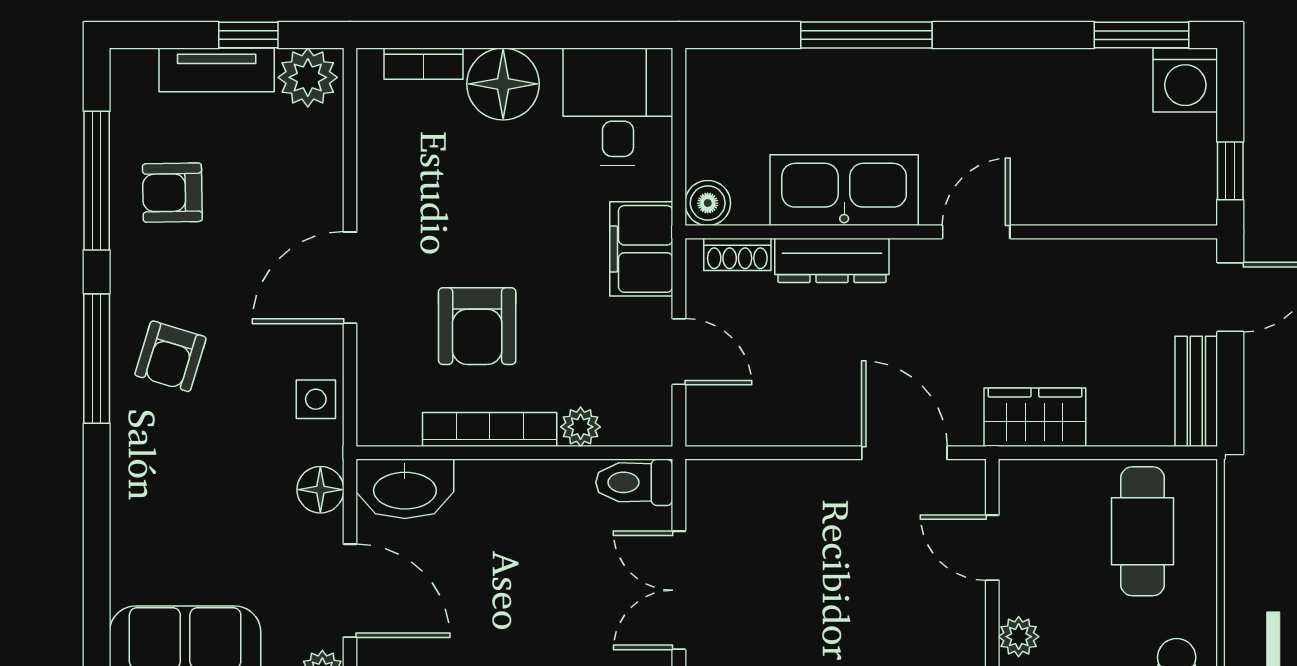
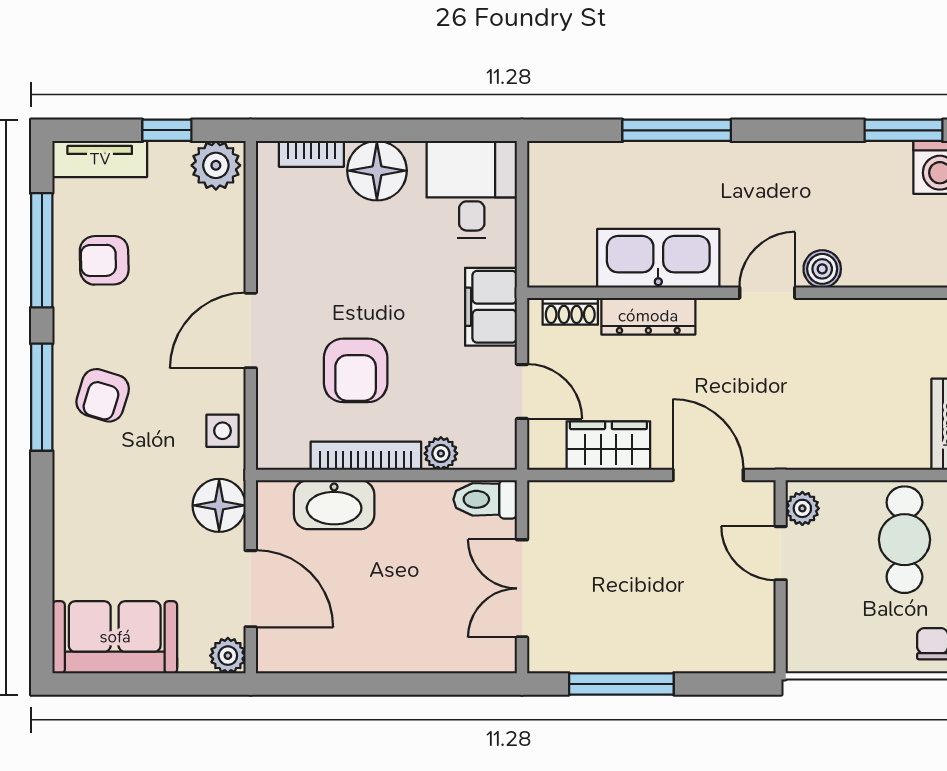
tv unit: (217, 70) -> (100, 159), moved
boiler: (708, 203) -> (822, 269), moved
wardrobe: (1035, 417) -> (608, 446), moved
washbasin: (405, 489) -> (334, 505), moved
floor lamp: (320, 490) -> (219, 505), width x1.38, depth x1.38
plant: (1019, 637) -> (802, 508), moved

